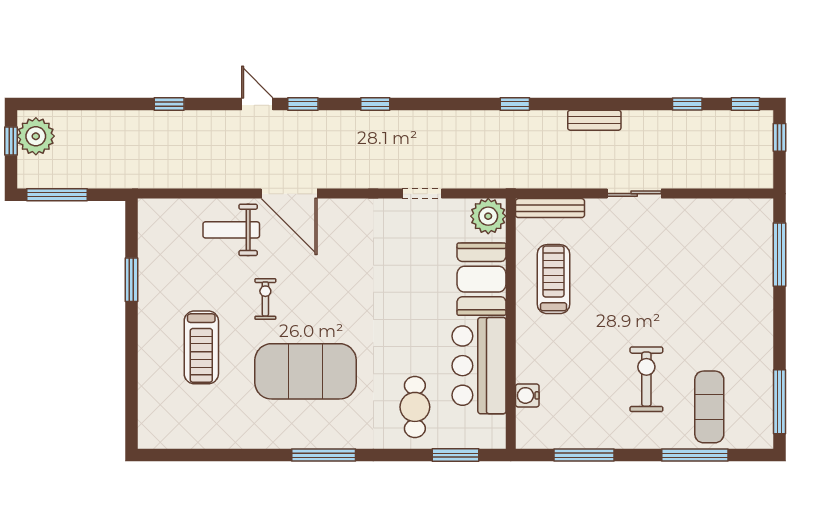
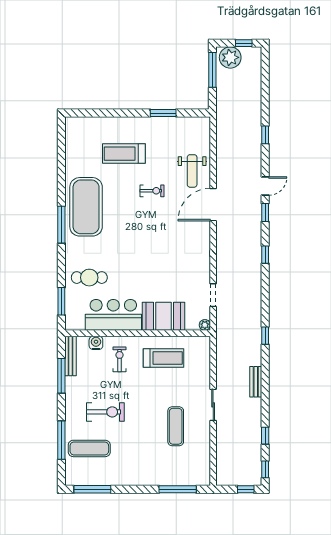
plant: (36, 136) -> (230, 57), moved
doorway: (422, 194) -> (213, 295), moved
bench: (550, 208) -> (70, 356), moved
plant: (488, 216) -> (205, 325), width x0.53, depth x0.53
weight bench: (231, 230) -> (192, 171), turned 180
exercise mat: (671, 258) -> (176, 426), added
exercise bike: (556, 355) -> (120, 359), added
exercise mat: (306, 371) -> (86, 207), moved

